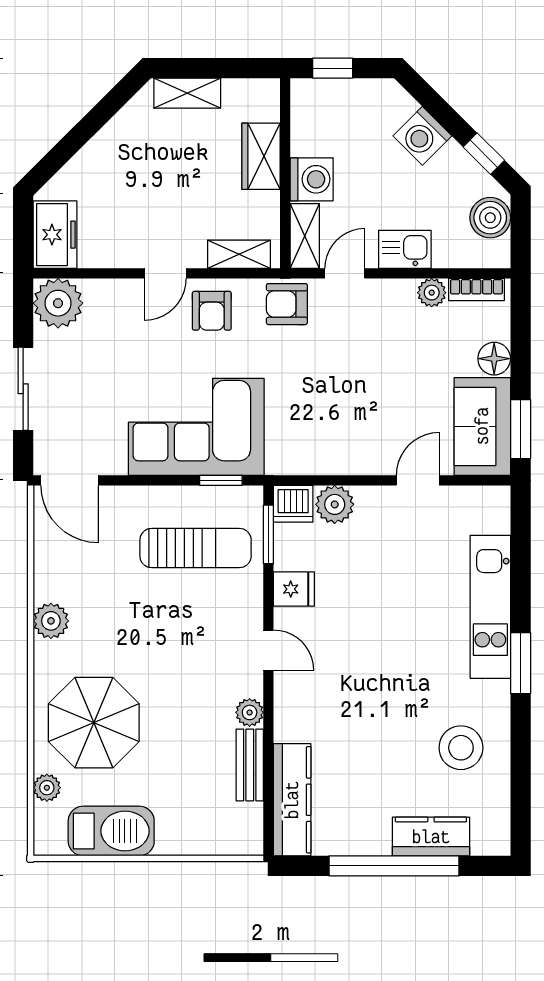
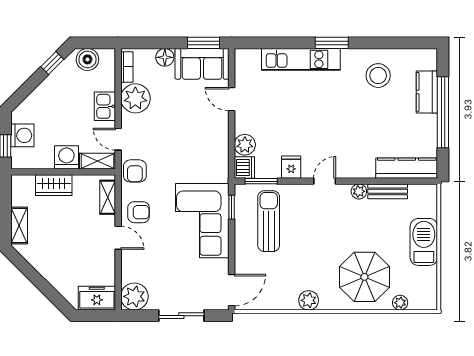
washing machine: (422, 136) -> (22, 135), moved, turned -45
plant: (432, 293) -> (135, 98), width x1.88, depth x1.88
barbecue: (111, 831) -> (424, 242), moved

